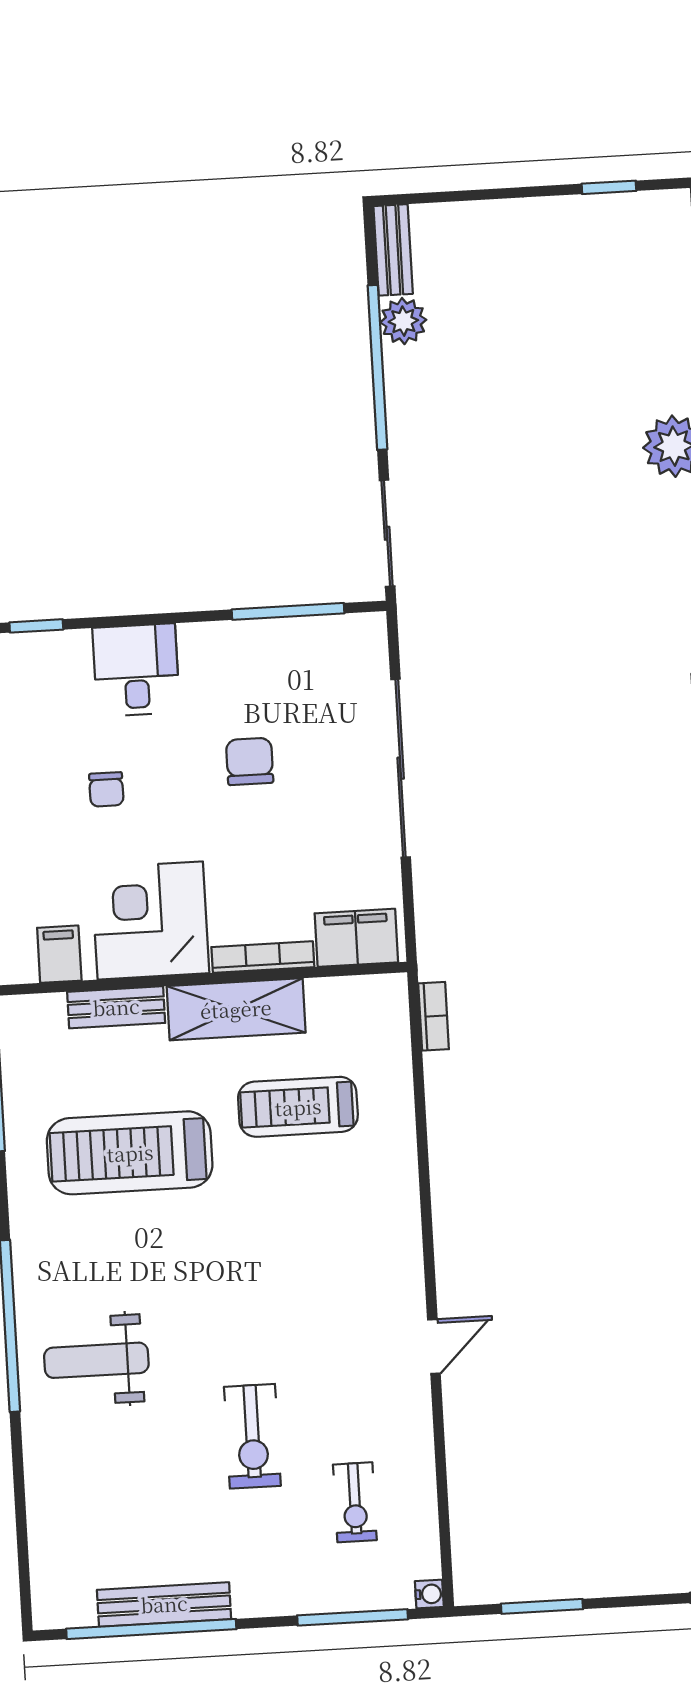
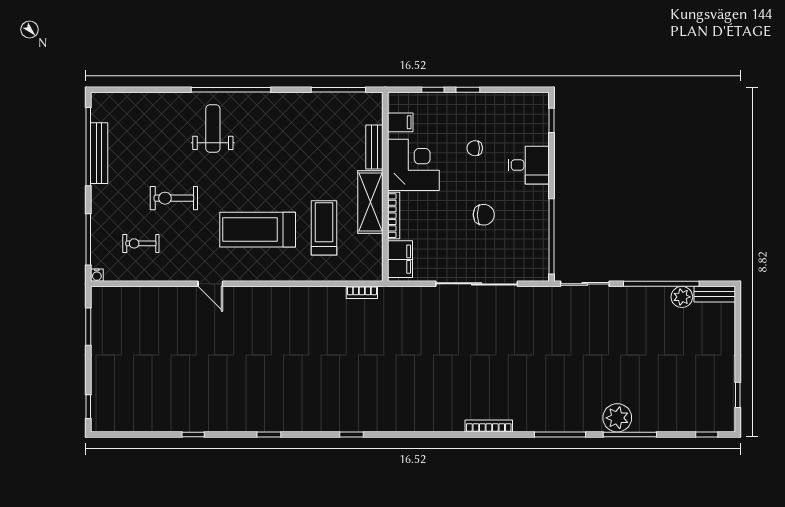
window: (288, 611) -> (552, 236), width x1.46
treadmill: (130, 1153) -> (258, 230), moved, turned -90

